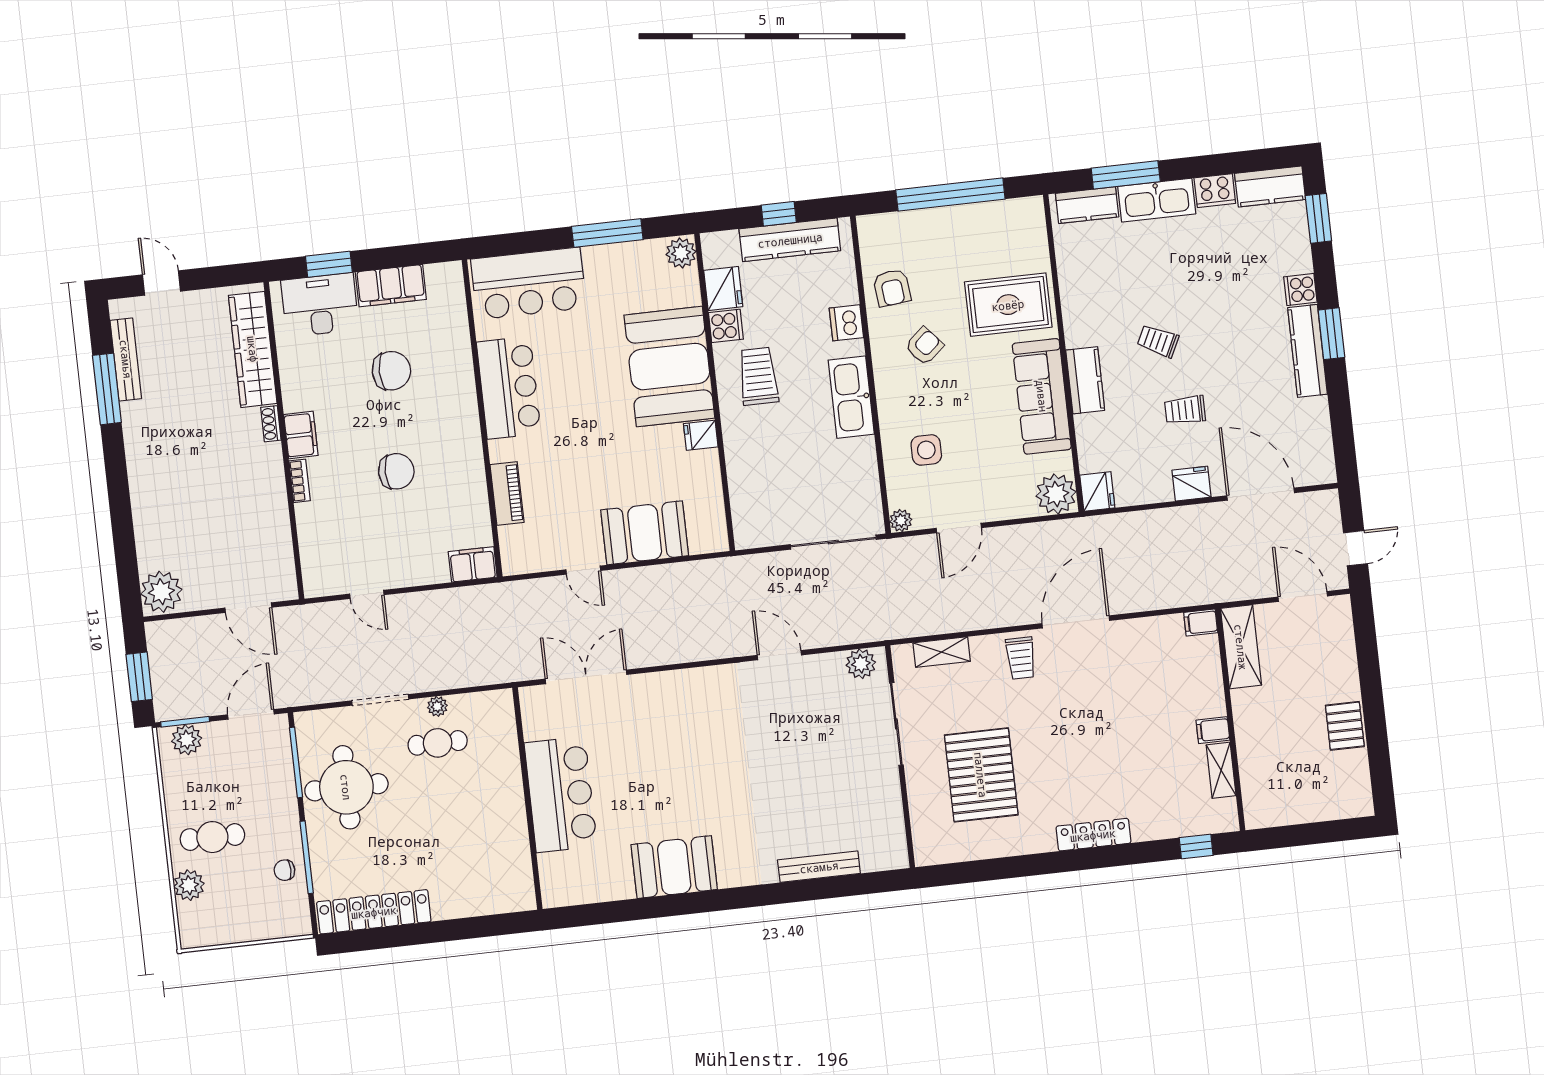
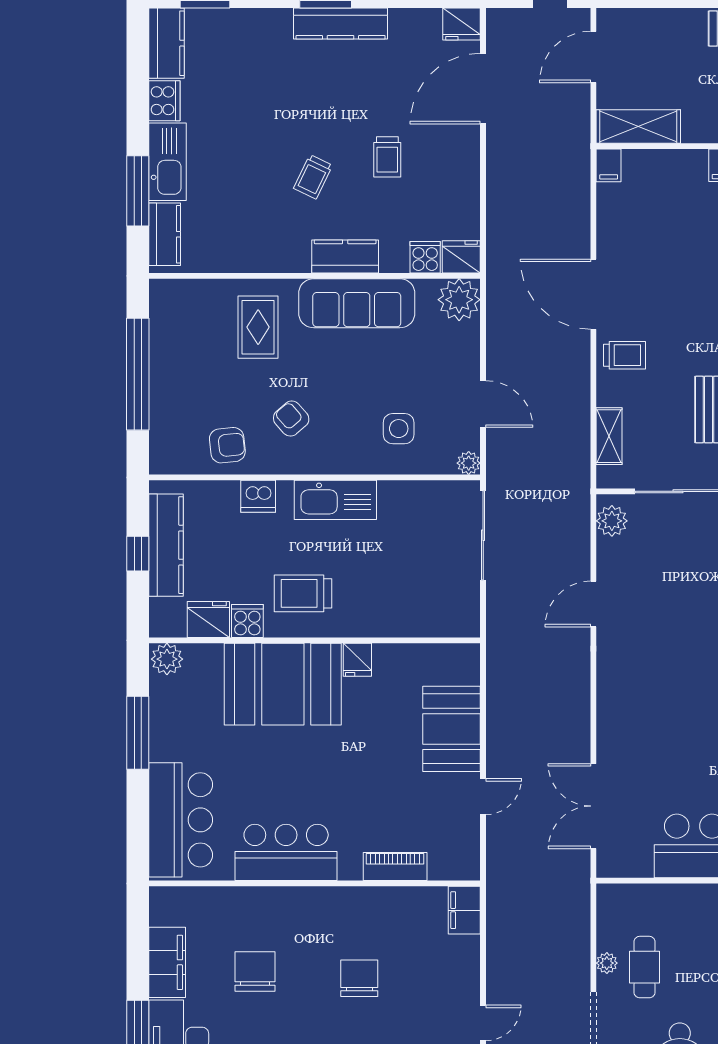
cooker: (1300, 289) -> (425, 257), moved, turned 180
rug: (1008, 305) -> (258, 327), width x0.73, depth x0.70
fridge: (1192, 484) -> (462, 24), moved, turned -90

